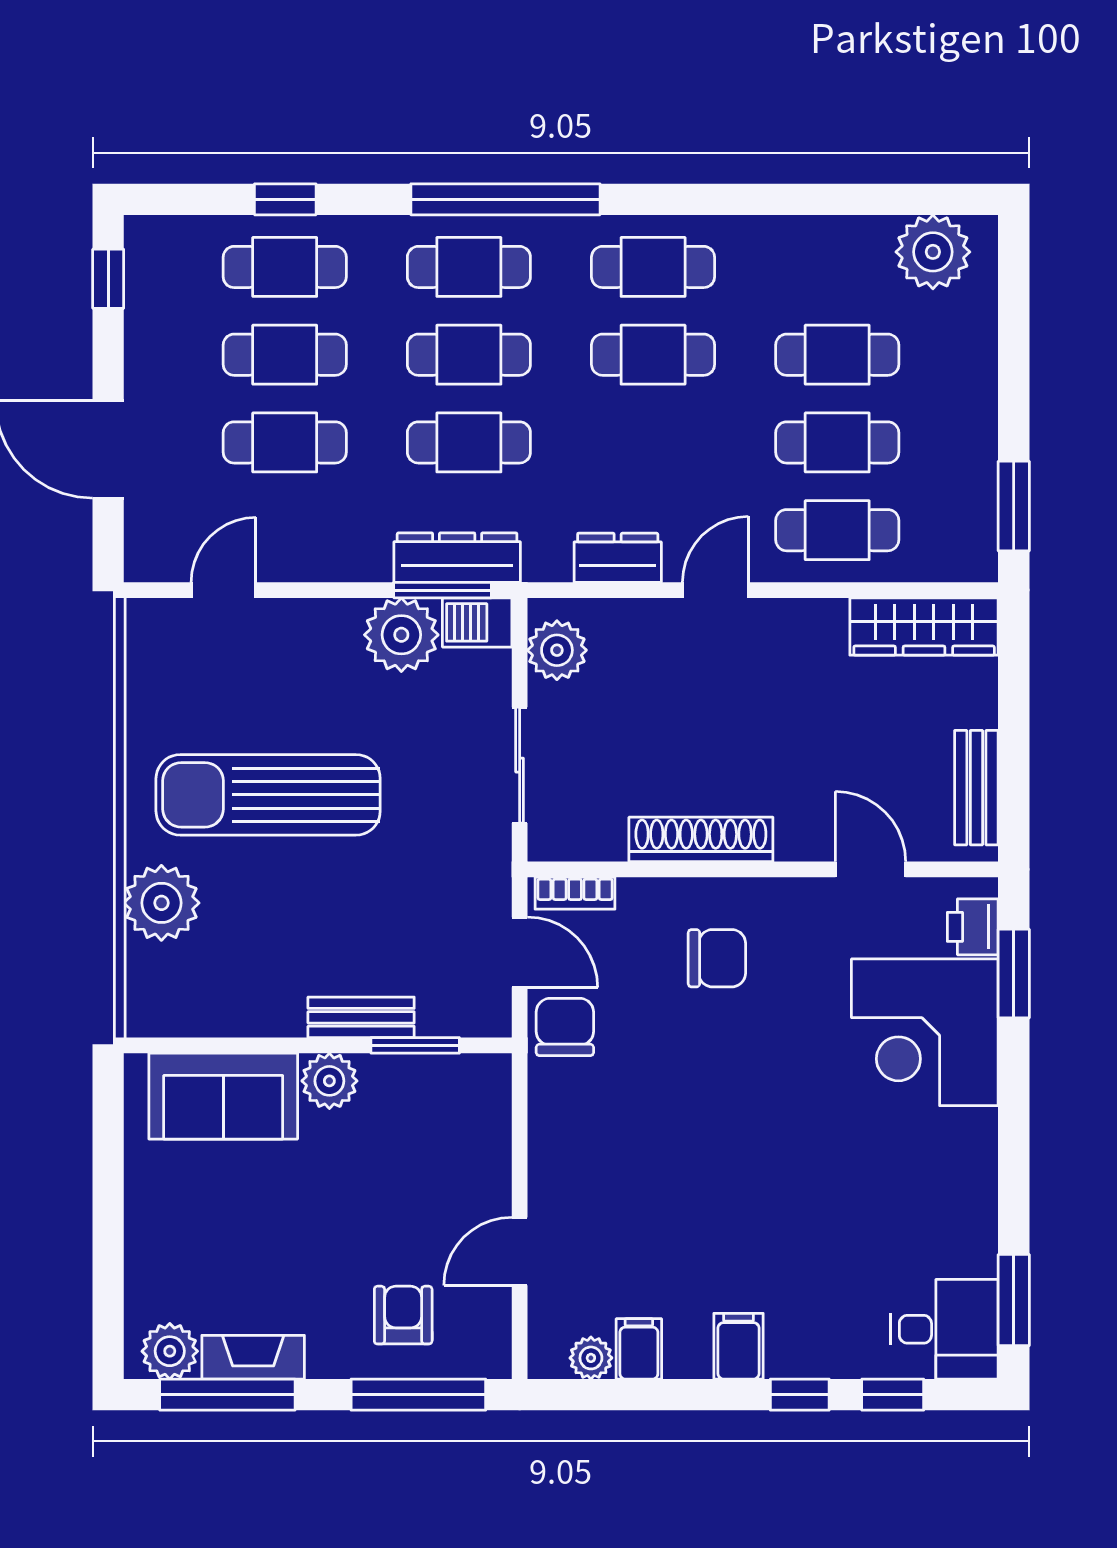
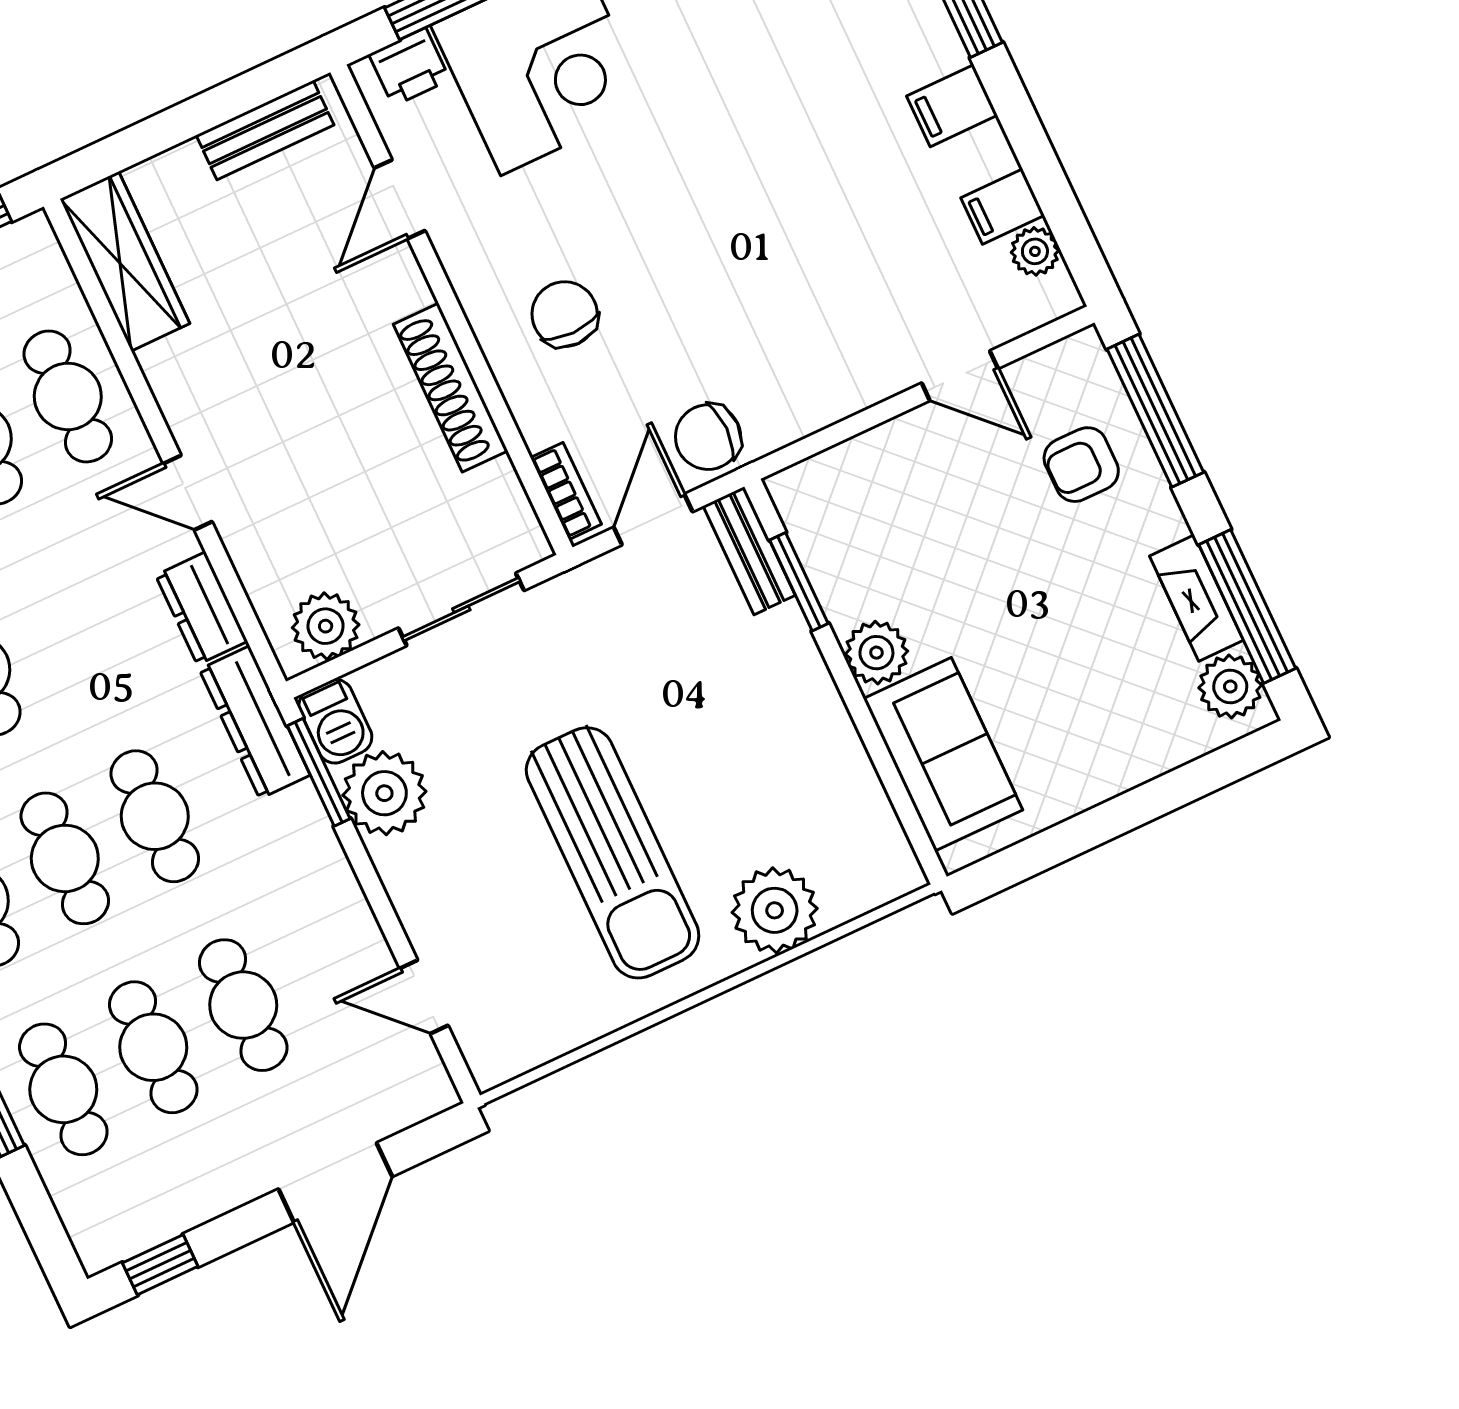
dresser: (457, 558) -> (255, 722), moved
bench: (361, 1017) -> (749, 551), moved

